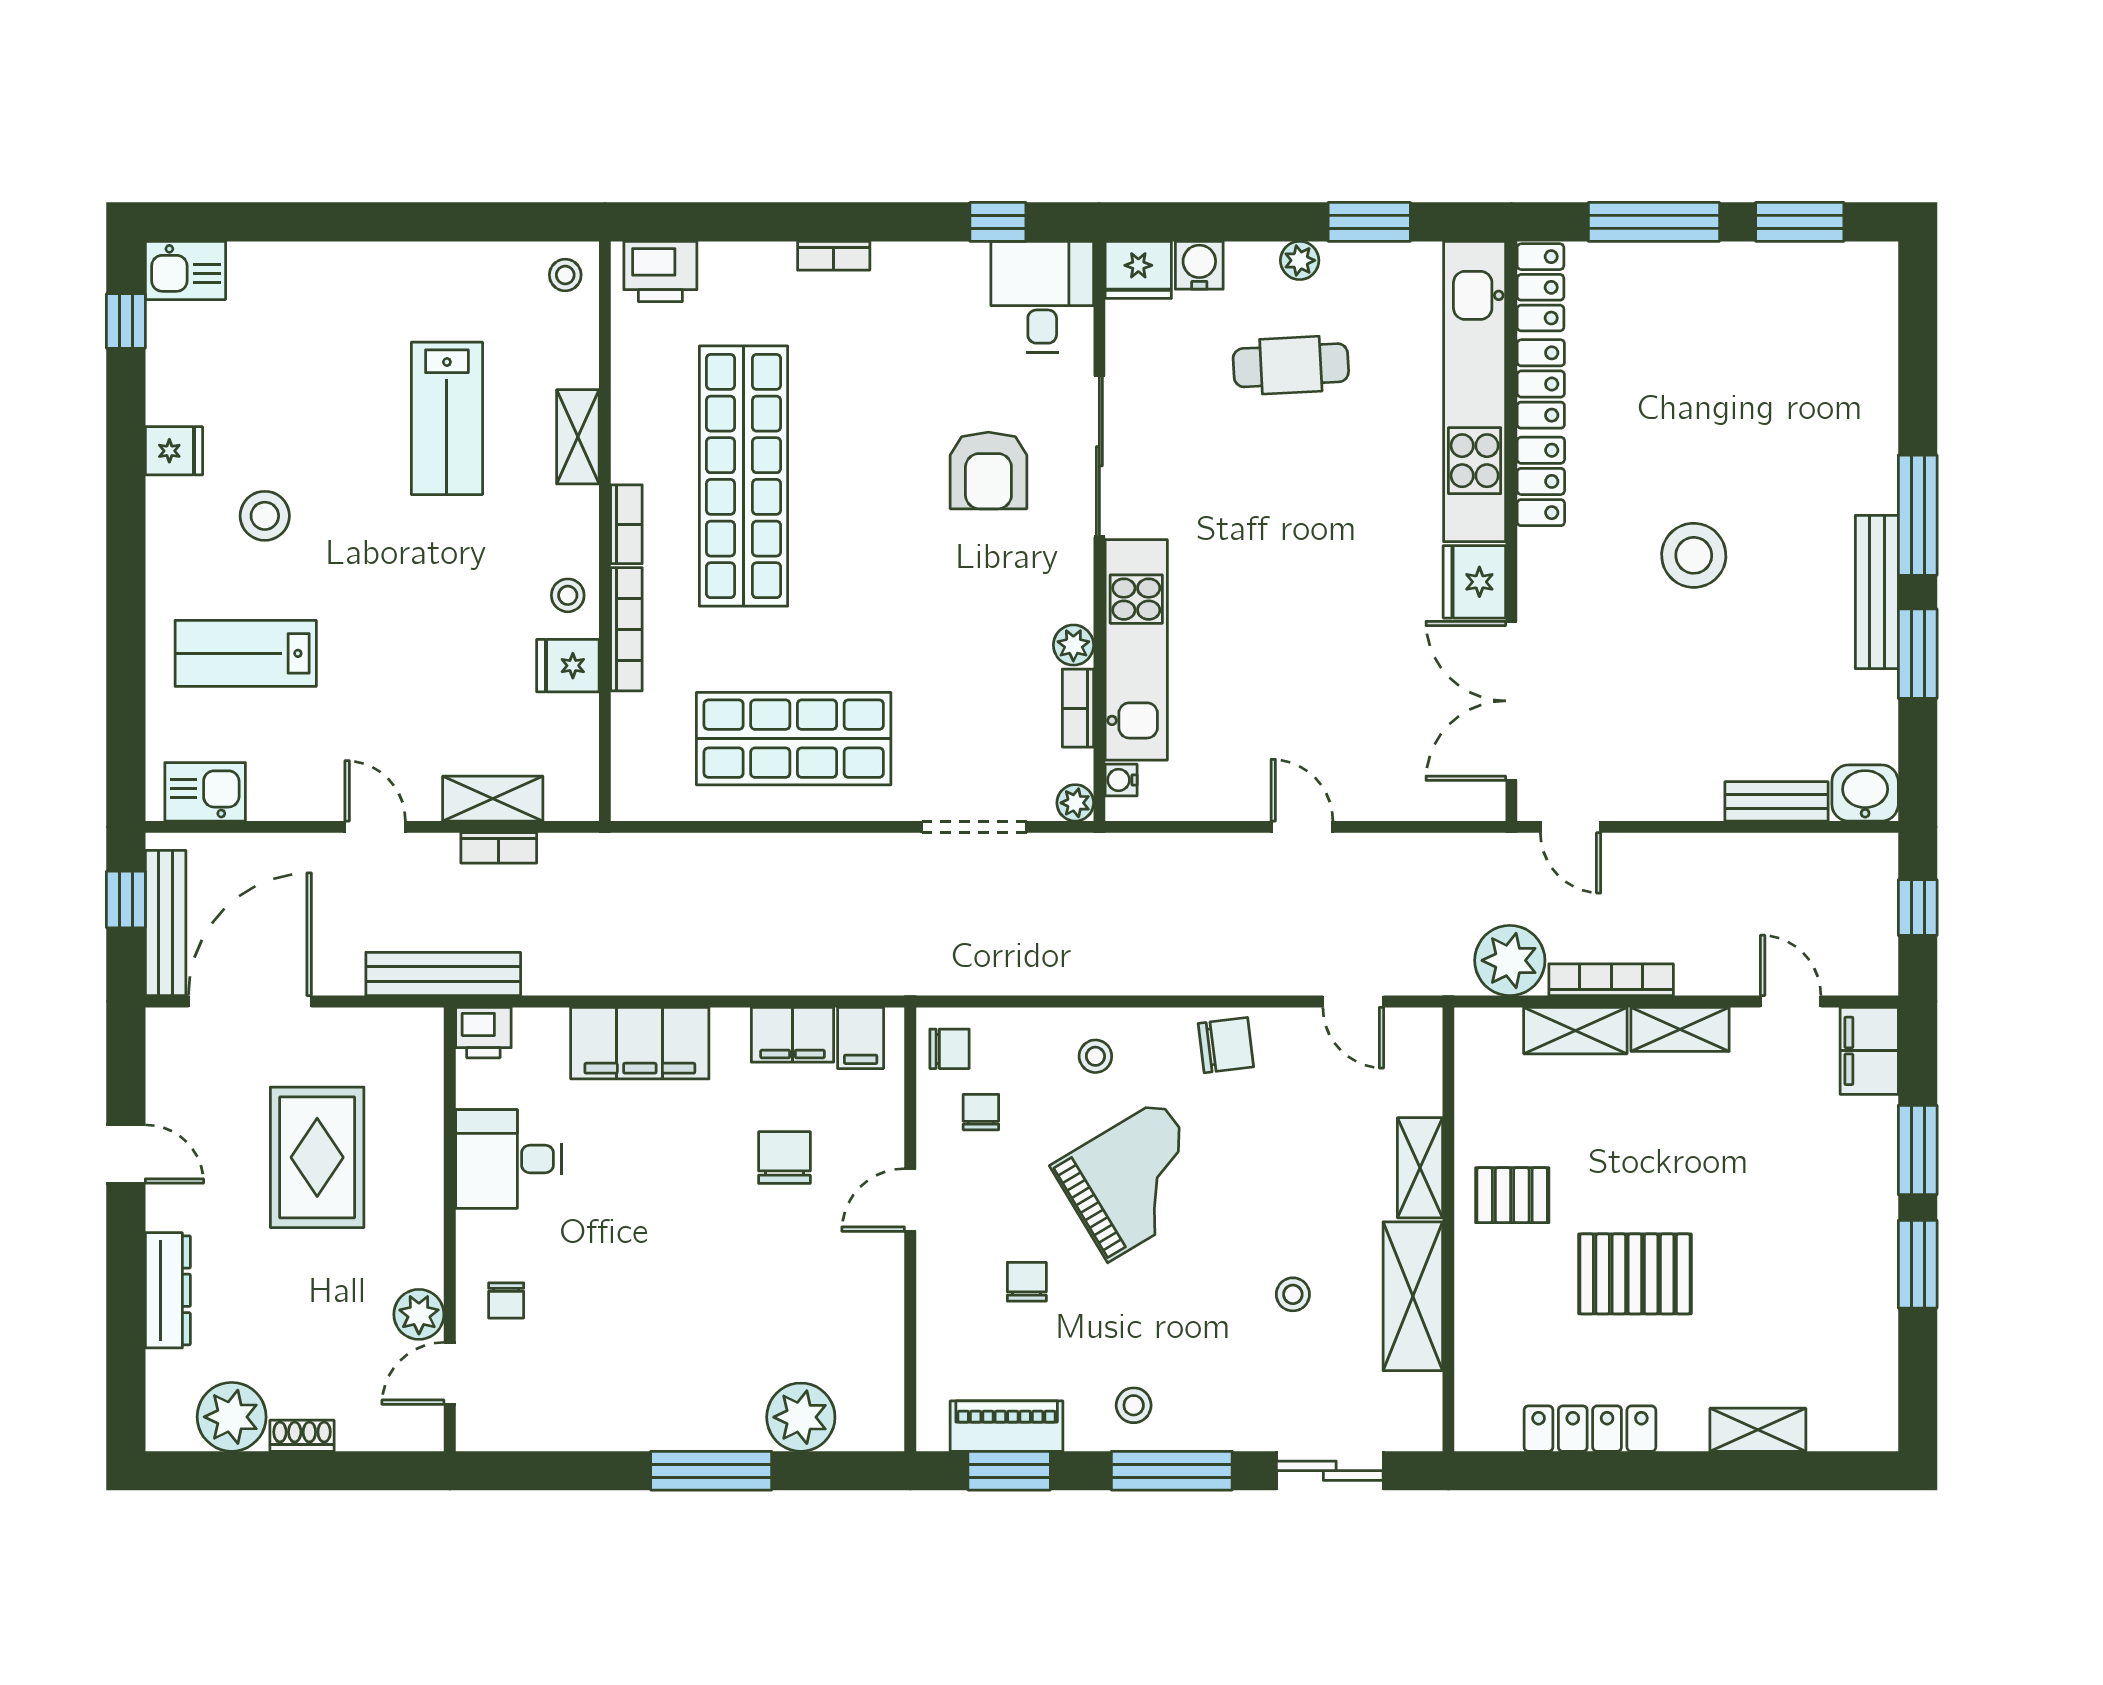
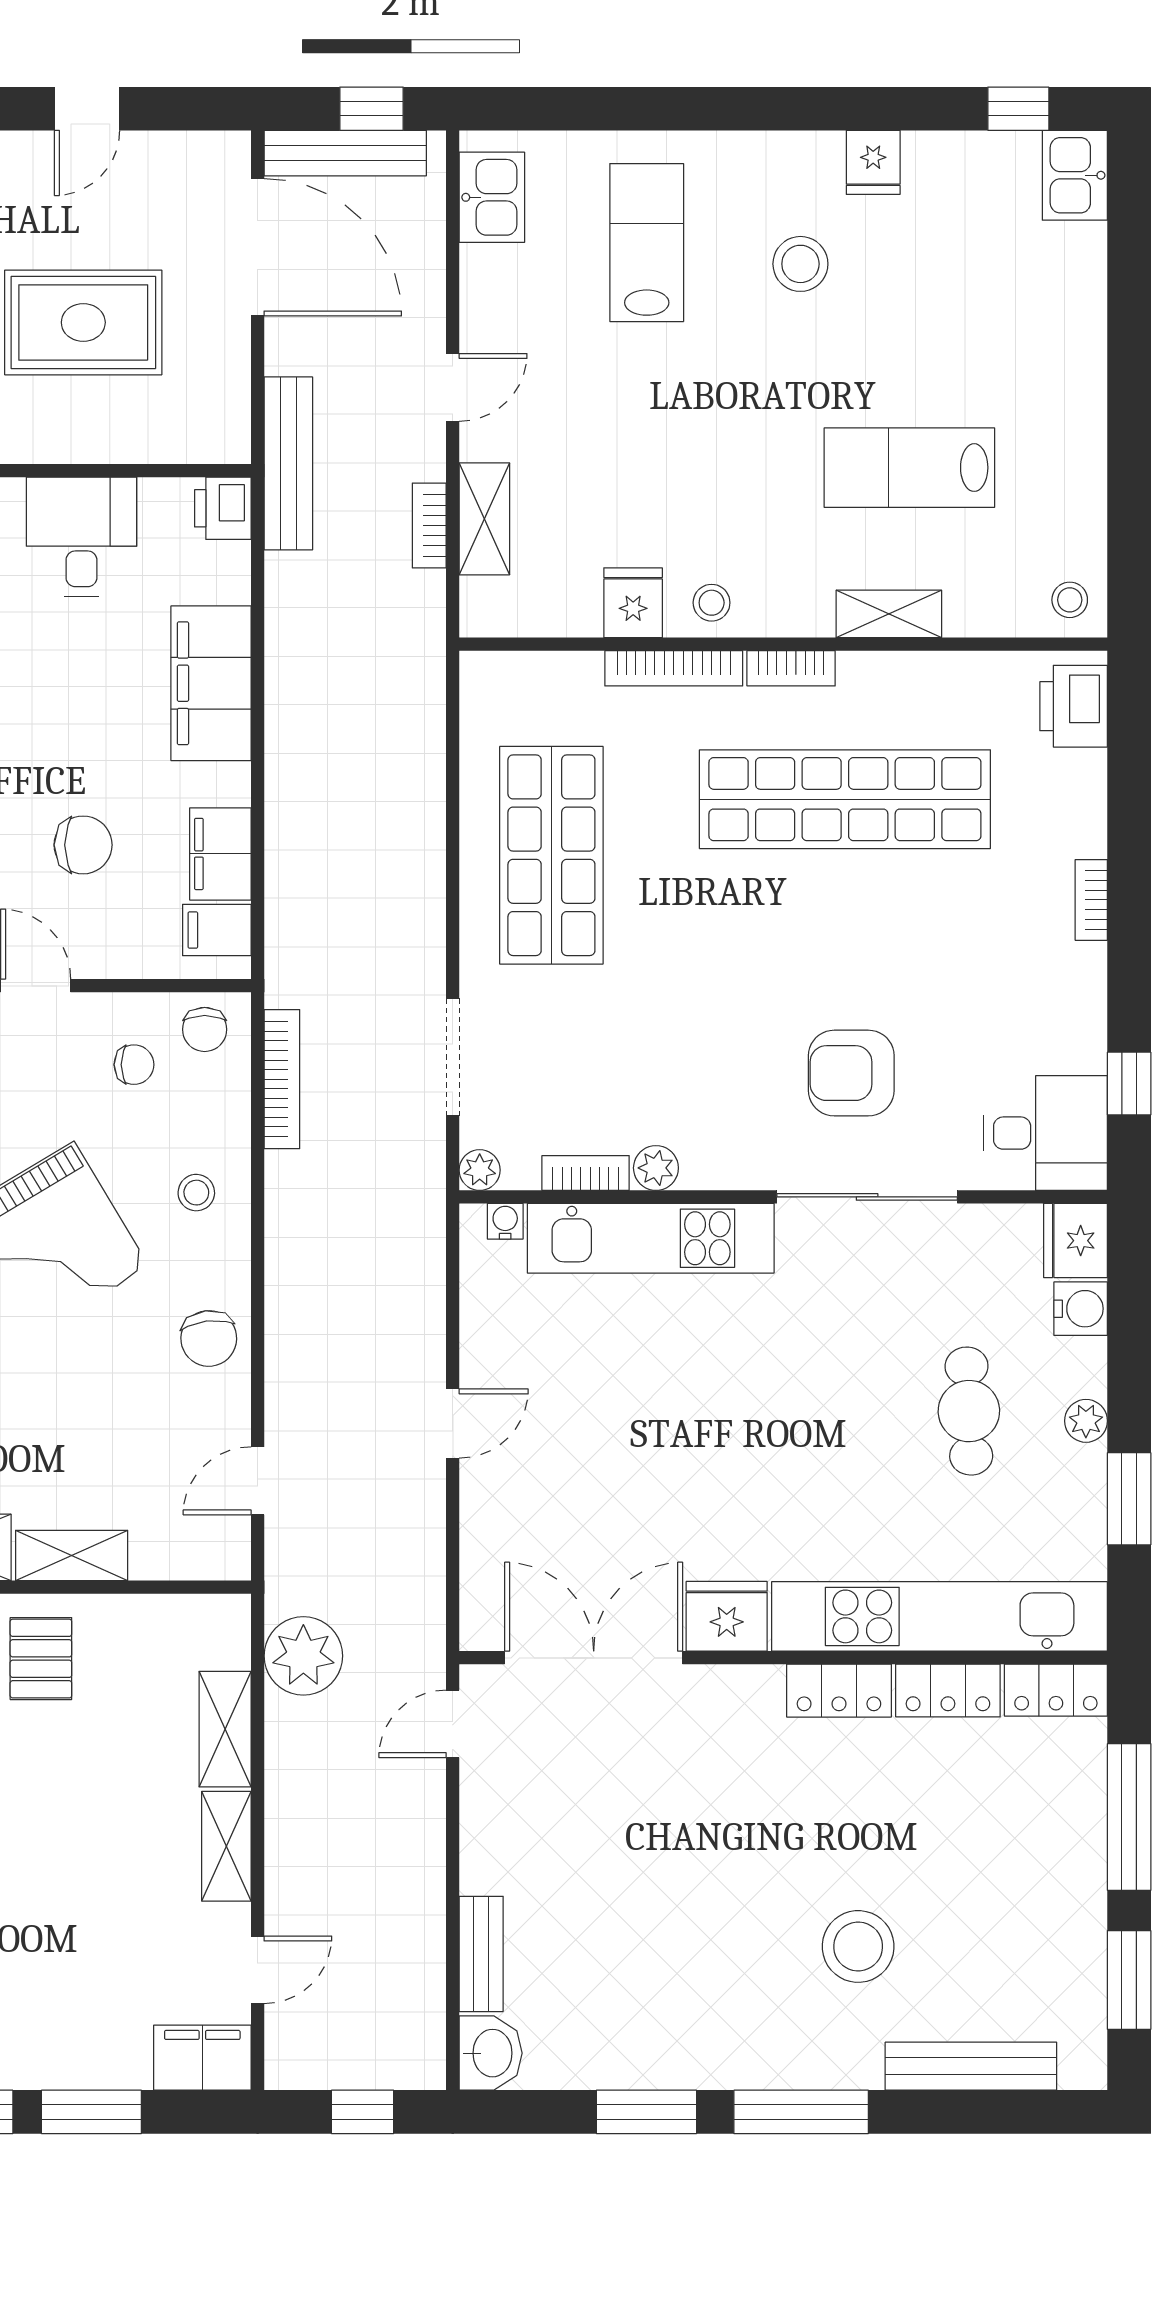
stool: (1694, 555) -> (858, 1946), moved
bench: (1877, 592) -> (971, 2066), moved
bookcase: (1611, 980) -> (282, 1079), moved

